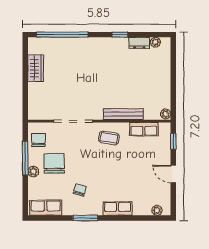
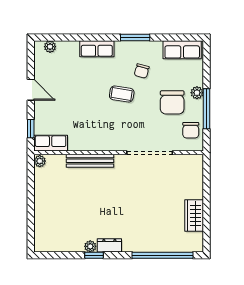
plant: (155, 42) -> (90, 246), moved
dresser: (139, 43) -> (109, 245), moved
row of seats: (144, 129) -> (51, 143), moved
coffee table: (109, 138) -> (122, 94), moved

